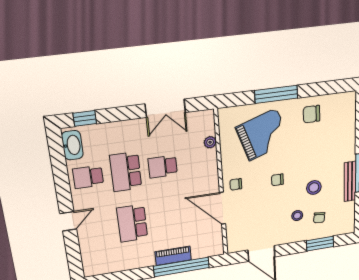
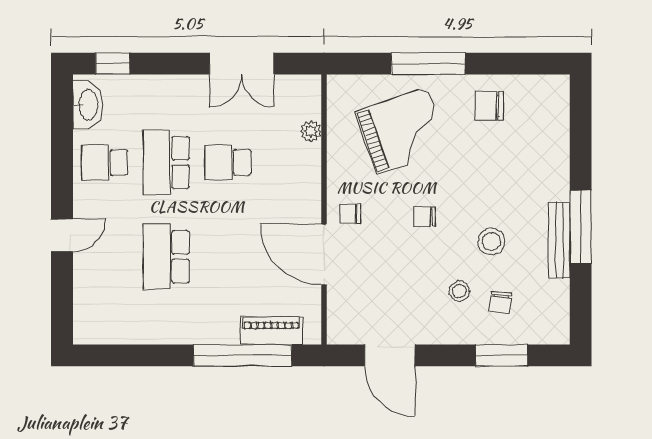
piano: (173, 256) -> (271, 331), moved

